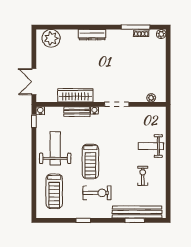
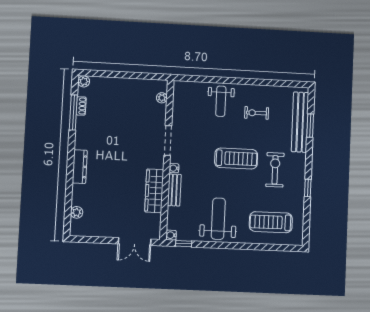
plant: (51, 38) -> (77, 212), width x0.53, depth x0.53
weight bench: (55, 148) -> (218, 219), turned 90
treadmill: (90, 161) -> (236, 159), moved
treadmill: (54, 191) -> (271, 222), turned 180

